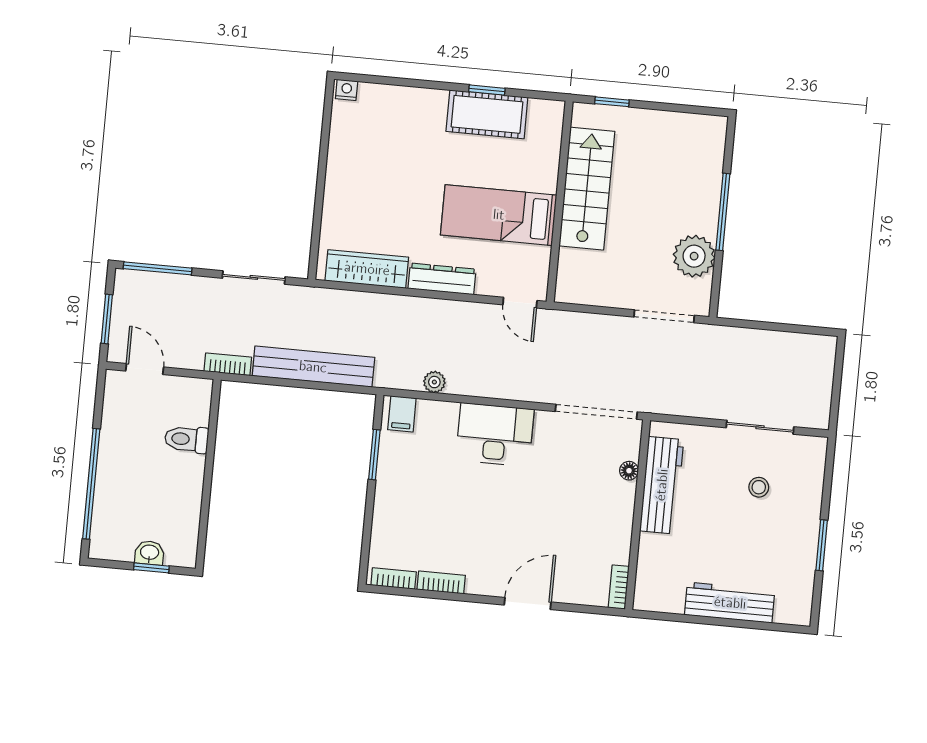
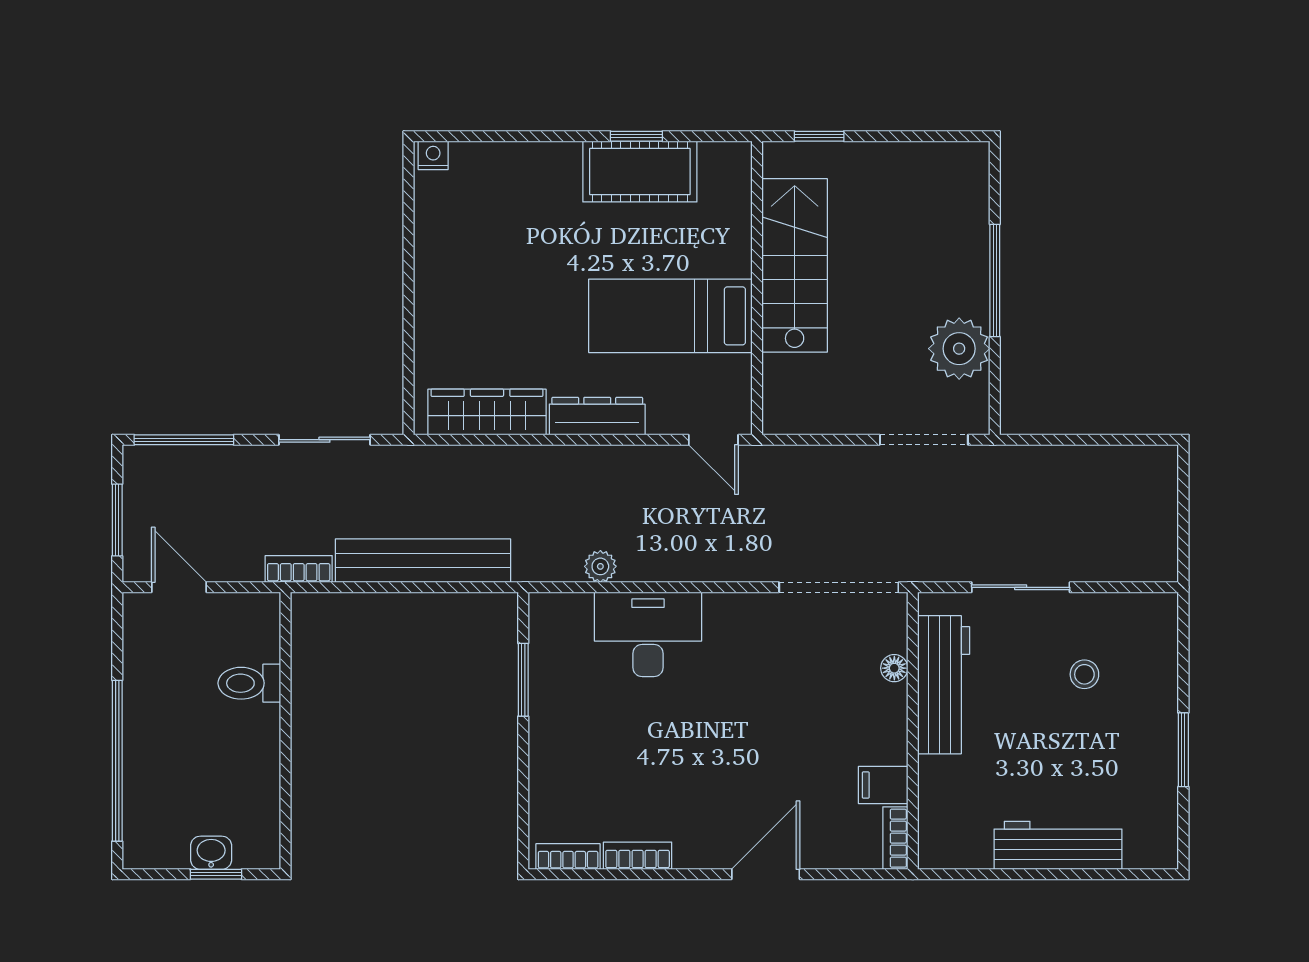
filing cabinet: (402, 414) -> (883, 785), moved, turned 90
sliding door: (760, 427) -> (1021, 587), moved
desk: (495, 435) -> (648, 634), moved

